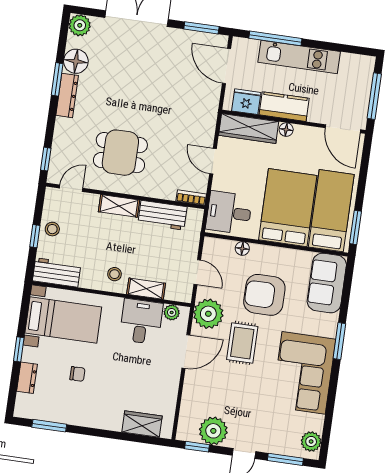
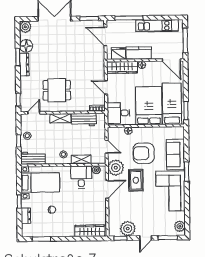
kitchen unit: (299, 57) -> (157, 26), moved
sofa: (327, 283) -> (175, 155), moved
wardrobe: (142, 424) -> (90, 231), width x1.50

